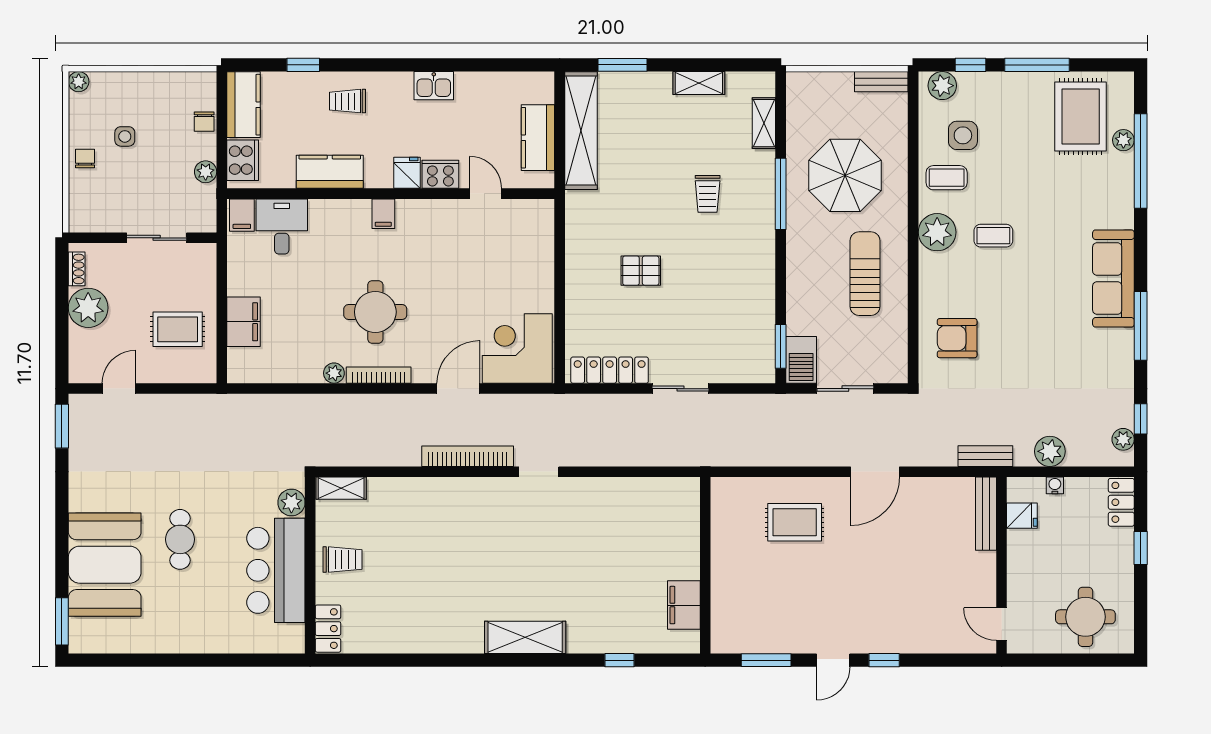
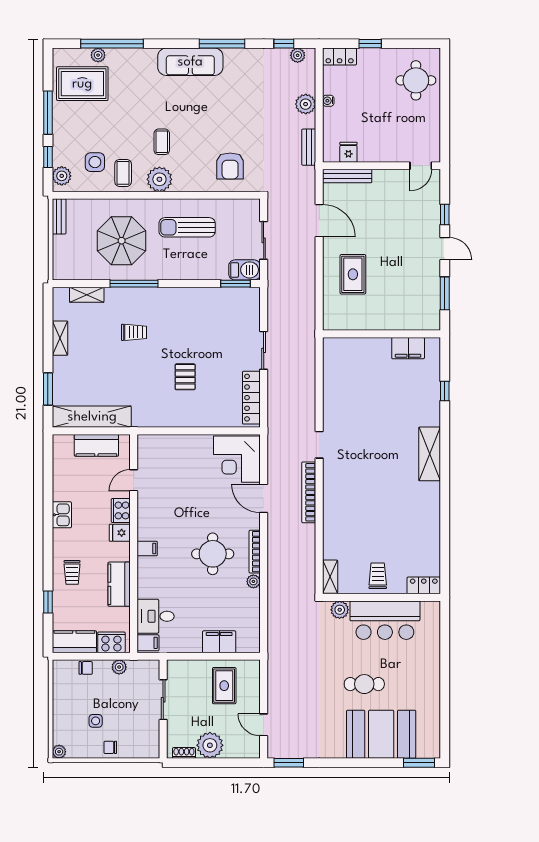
bench: (986, 514) -> (347, 176), moved
fridge: (1022, 516) -> (348, 152), moved
wall: (1002, 565) -> (382, 166), moved
door: (1002, 624) -> (421, 166), moved

